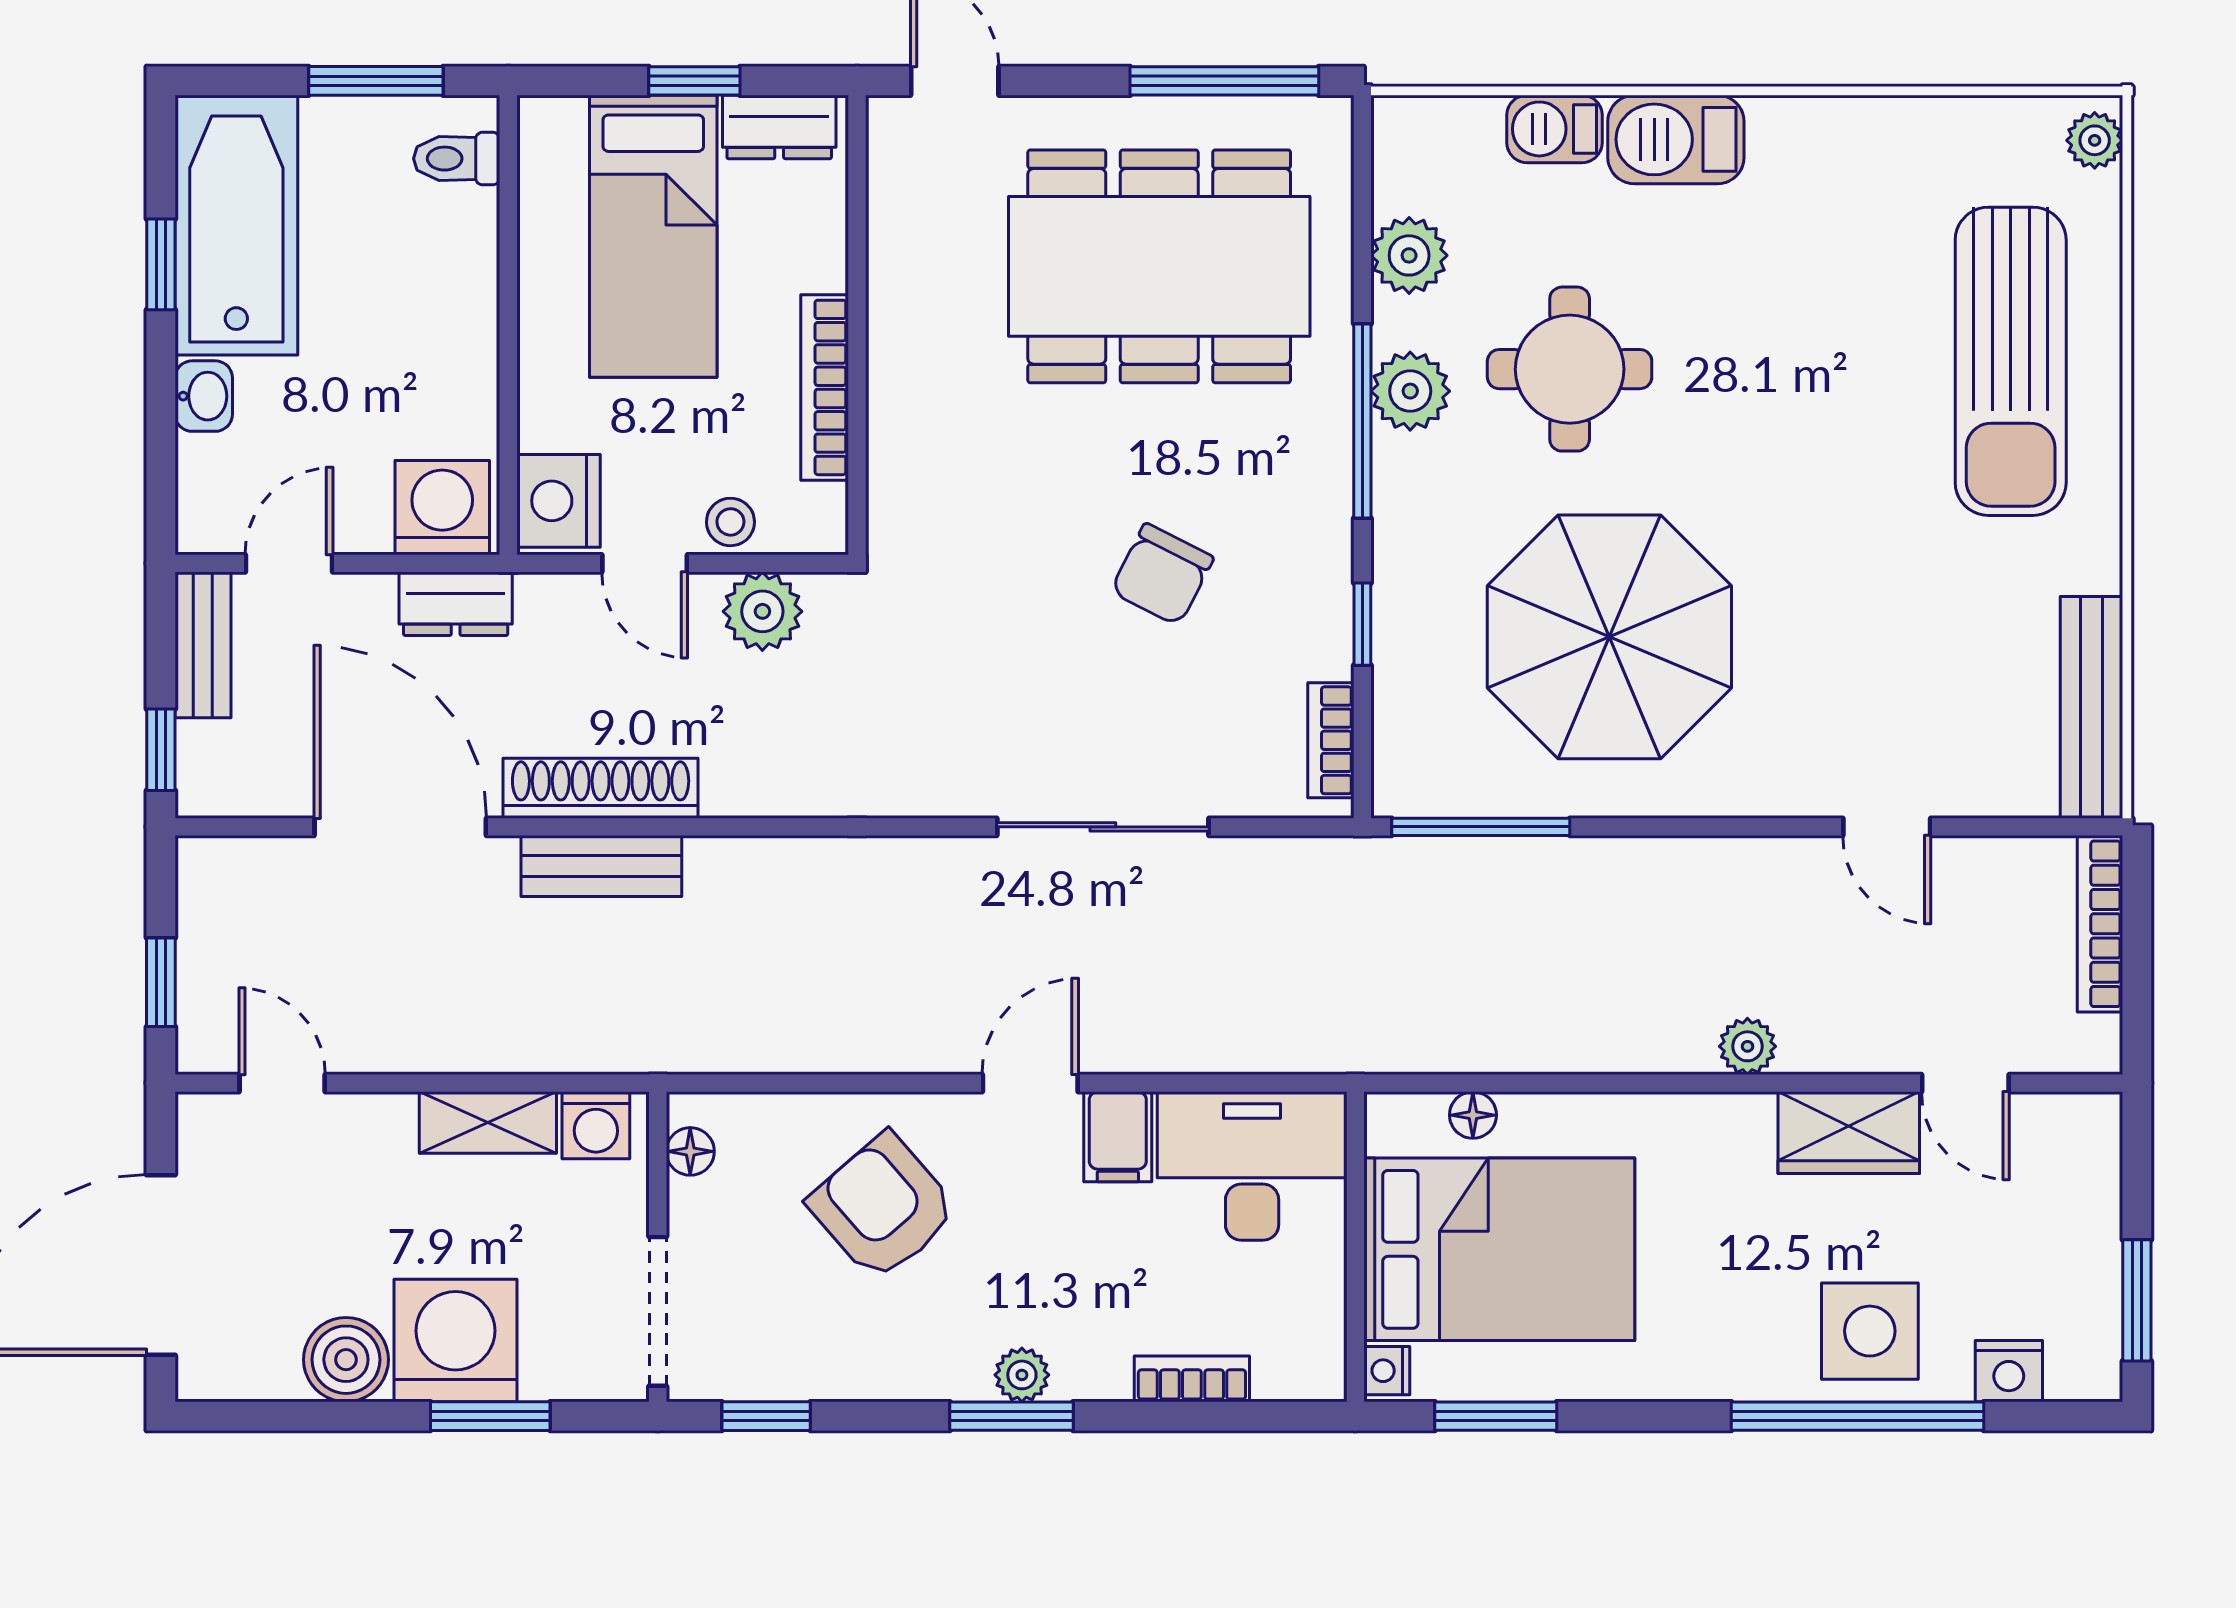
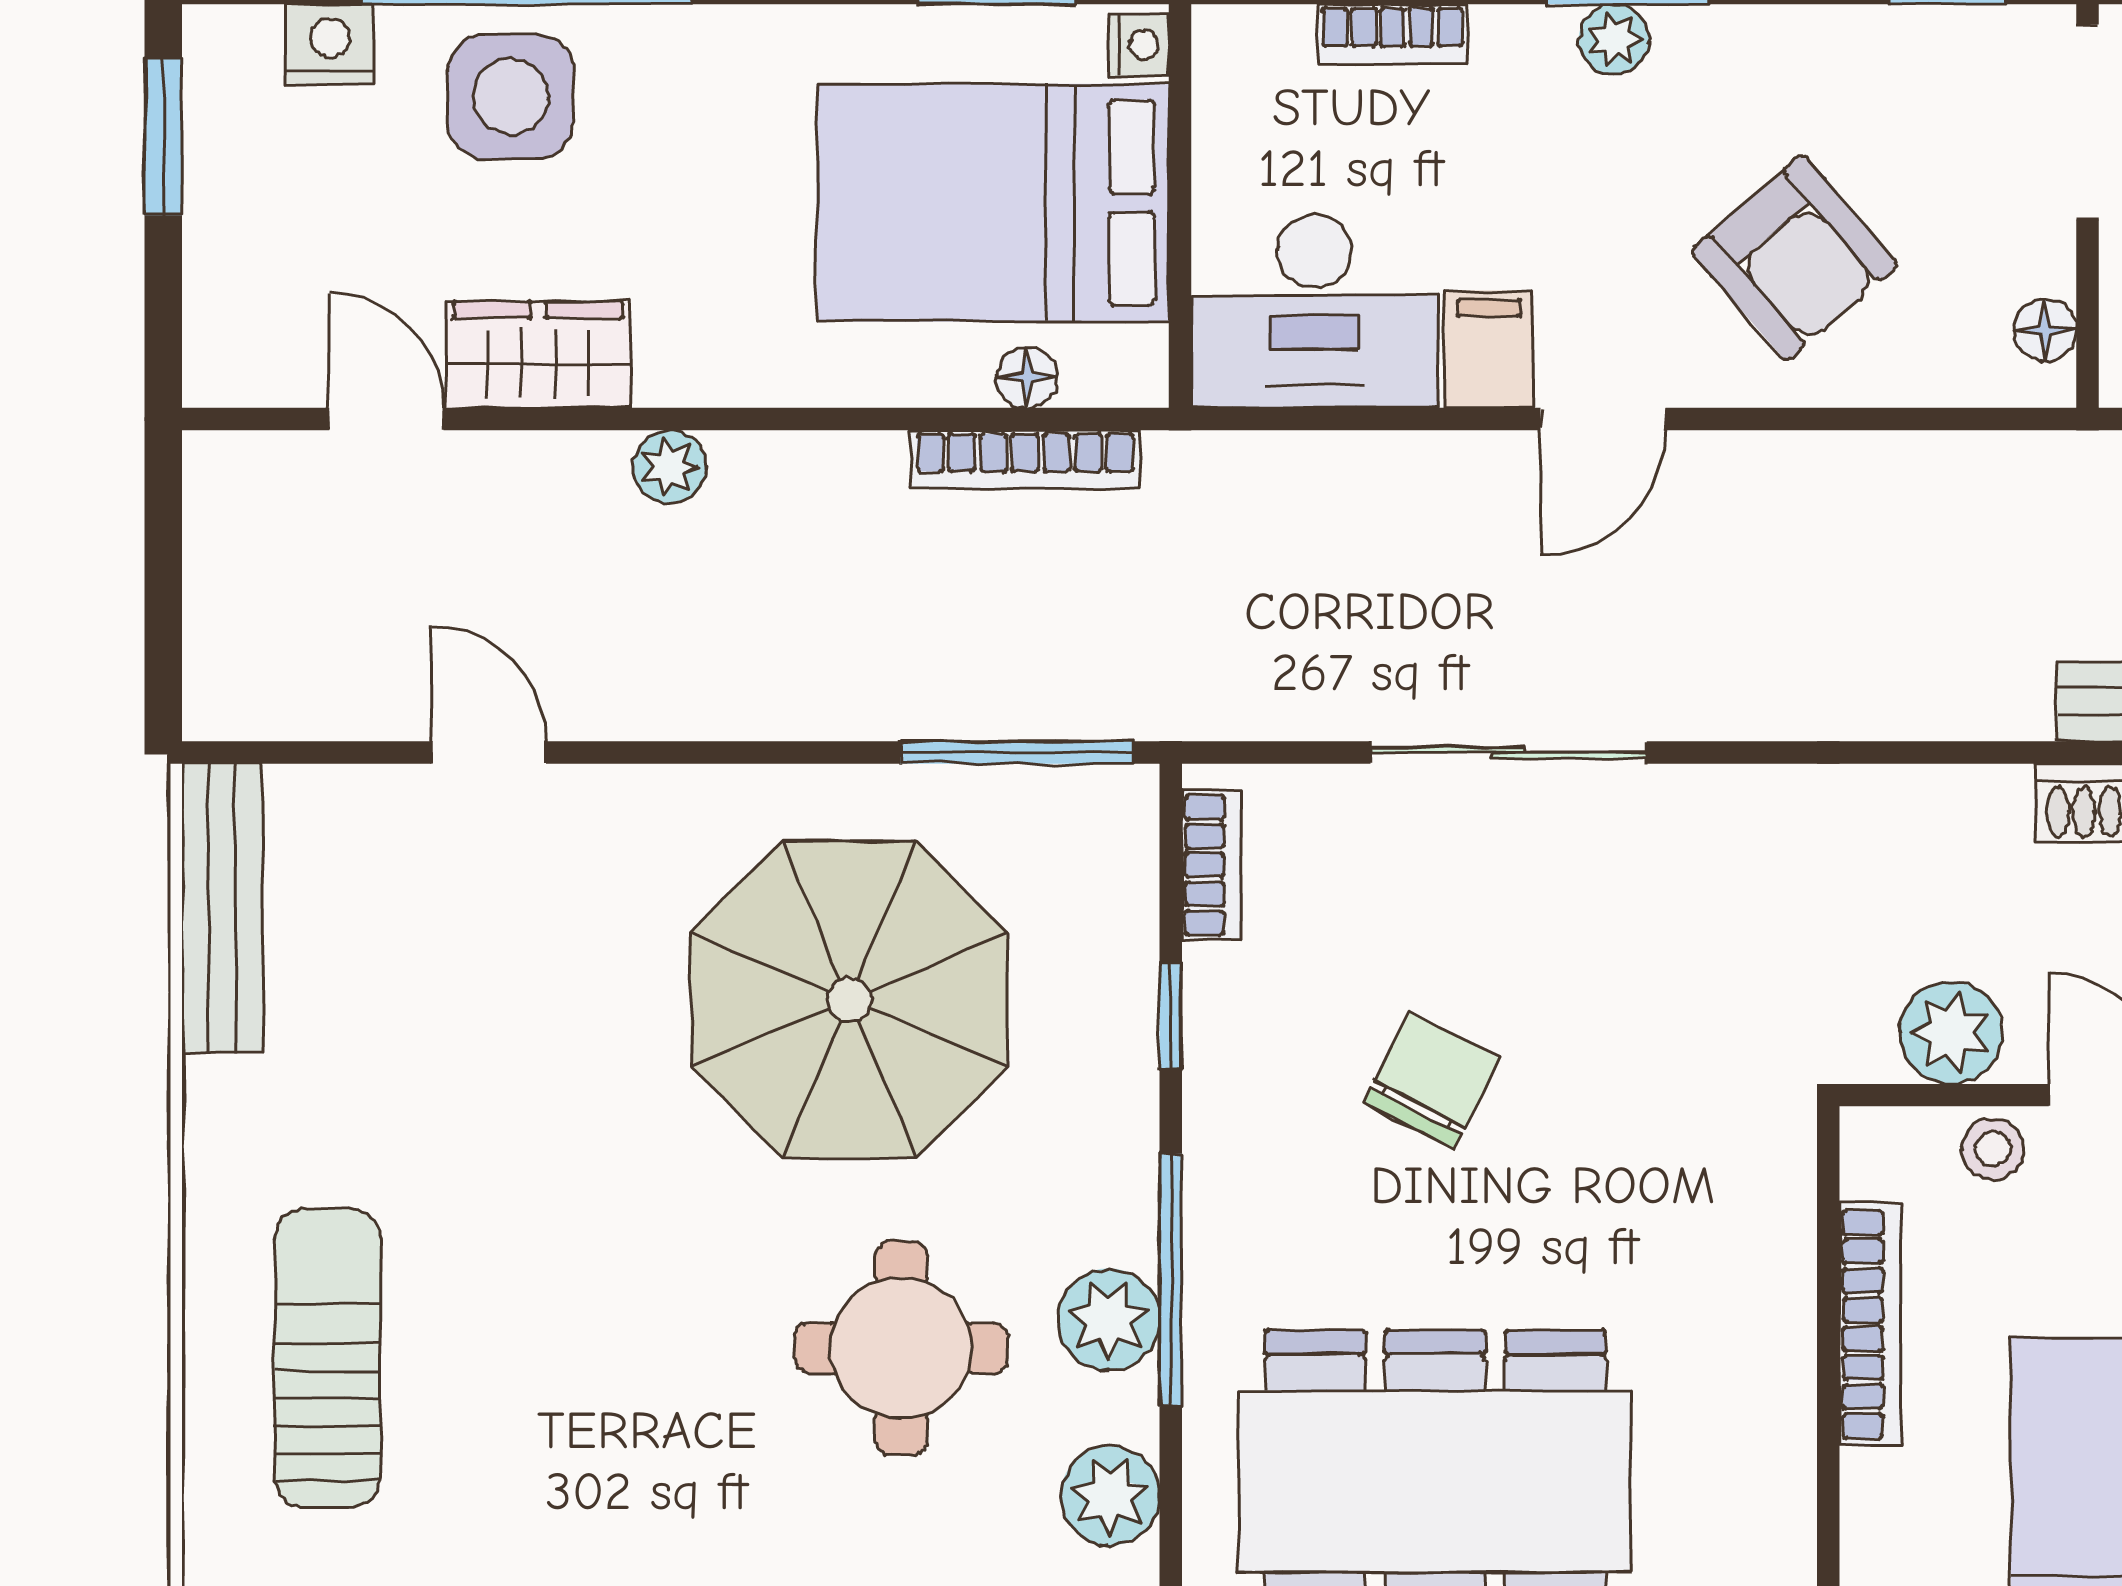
sun lounger: (2011, 361) -> (327, 1358), width x0.73, depth x0.75
bookcase: (2100, 924) -> (1025, 460), moved, turned 90

